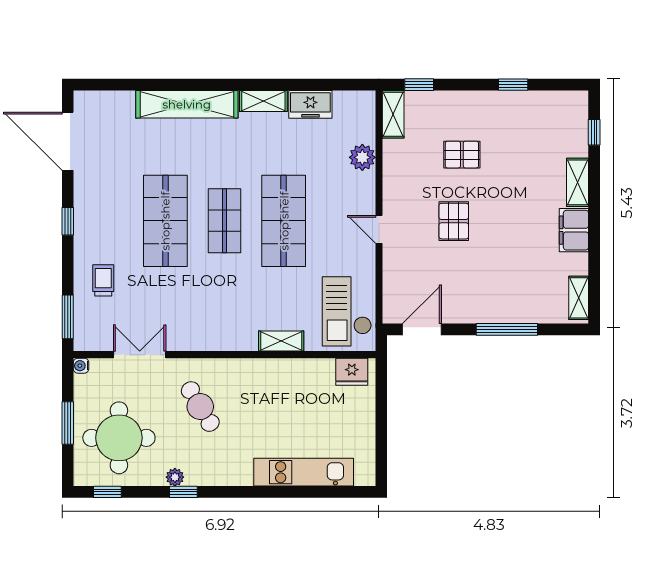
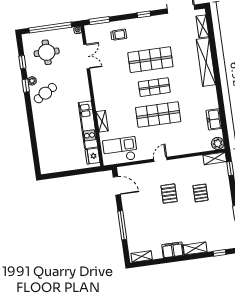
shelving: (263, 101) -> (202, 26), moved
plant: (362, 157) -> (218, 143), moved
pallet: (454, 221) -> (169, 194), turned 90
cafe table: (200, 407) -> (45, 93), moved
window: (68, 423) -> (50, 28), width x2.11
round table: (119, 438) -> (47, 52), width x0.73, depth x0.73
kitchen unit: (304, 472) -> (88, 125), moved, turned 180
window: (107, 492) -> (22, 62), moved

